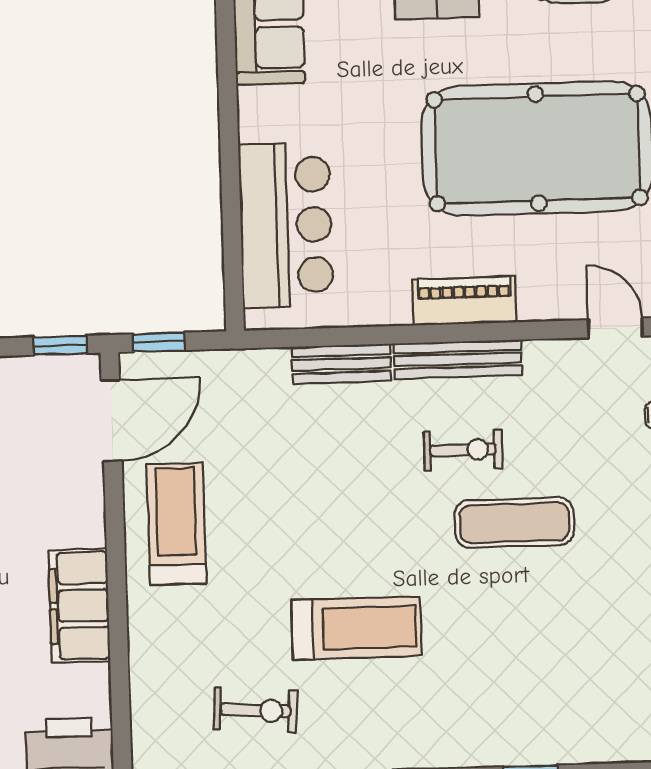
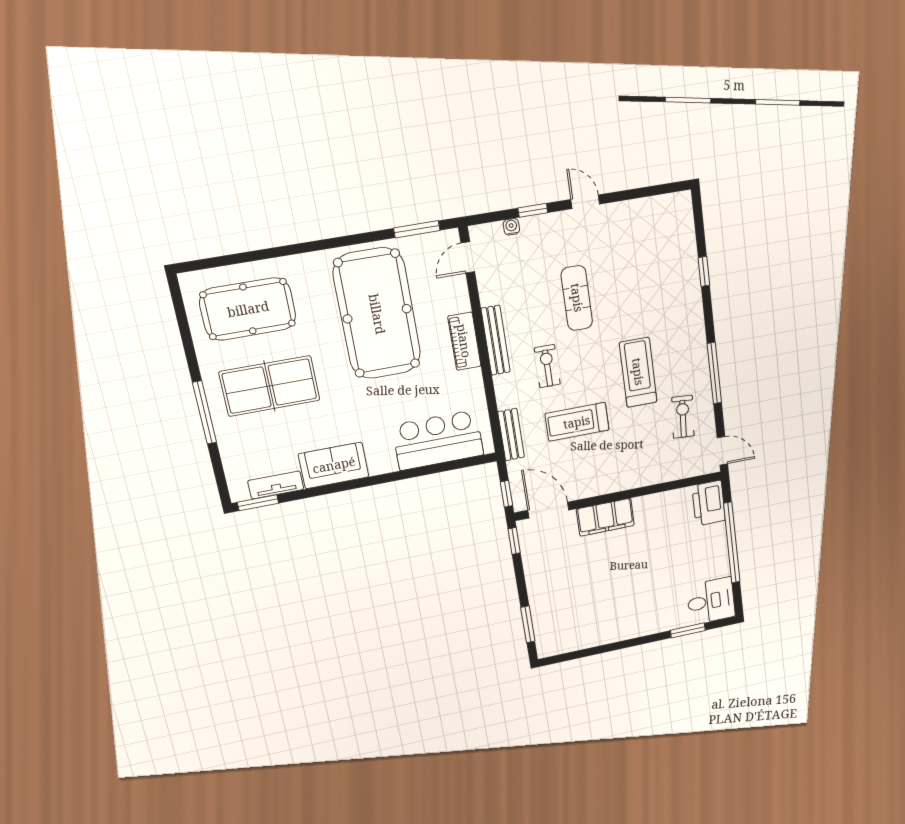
bench: (341, 364) -> (511, 435), moved
exercise bike: (463, 450) -> (547, 366), moved
treadmill: (176, 524) -> (577, 422), moved
filing cabinet: (79, 606) -> (605, 517), moved

